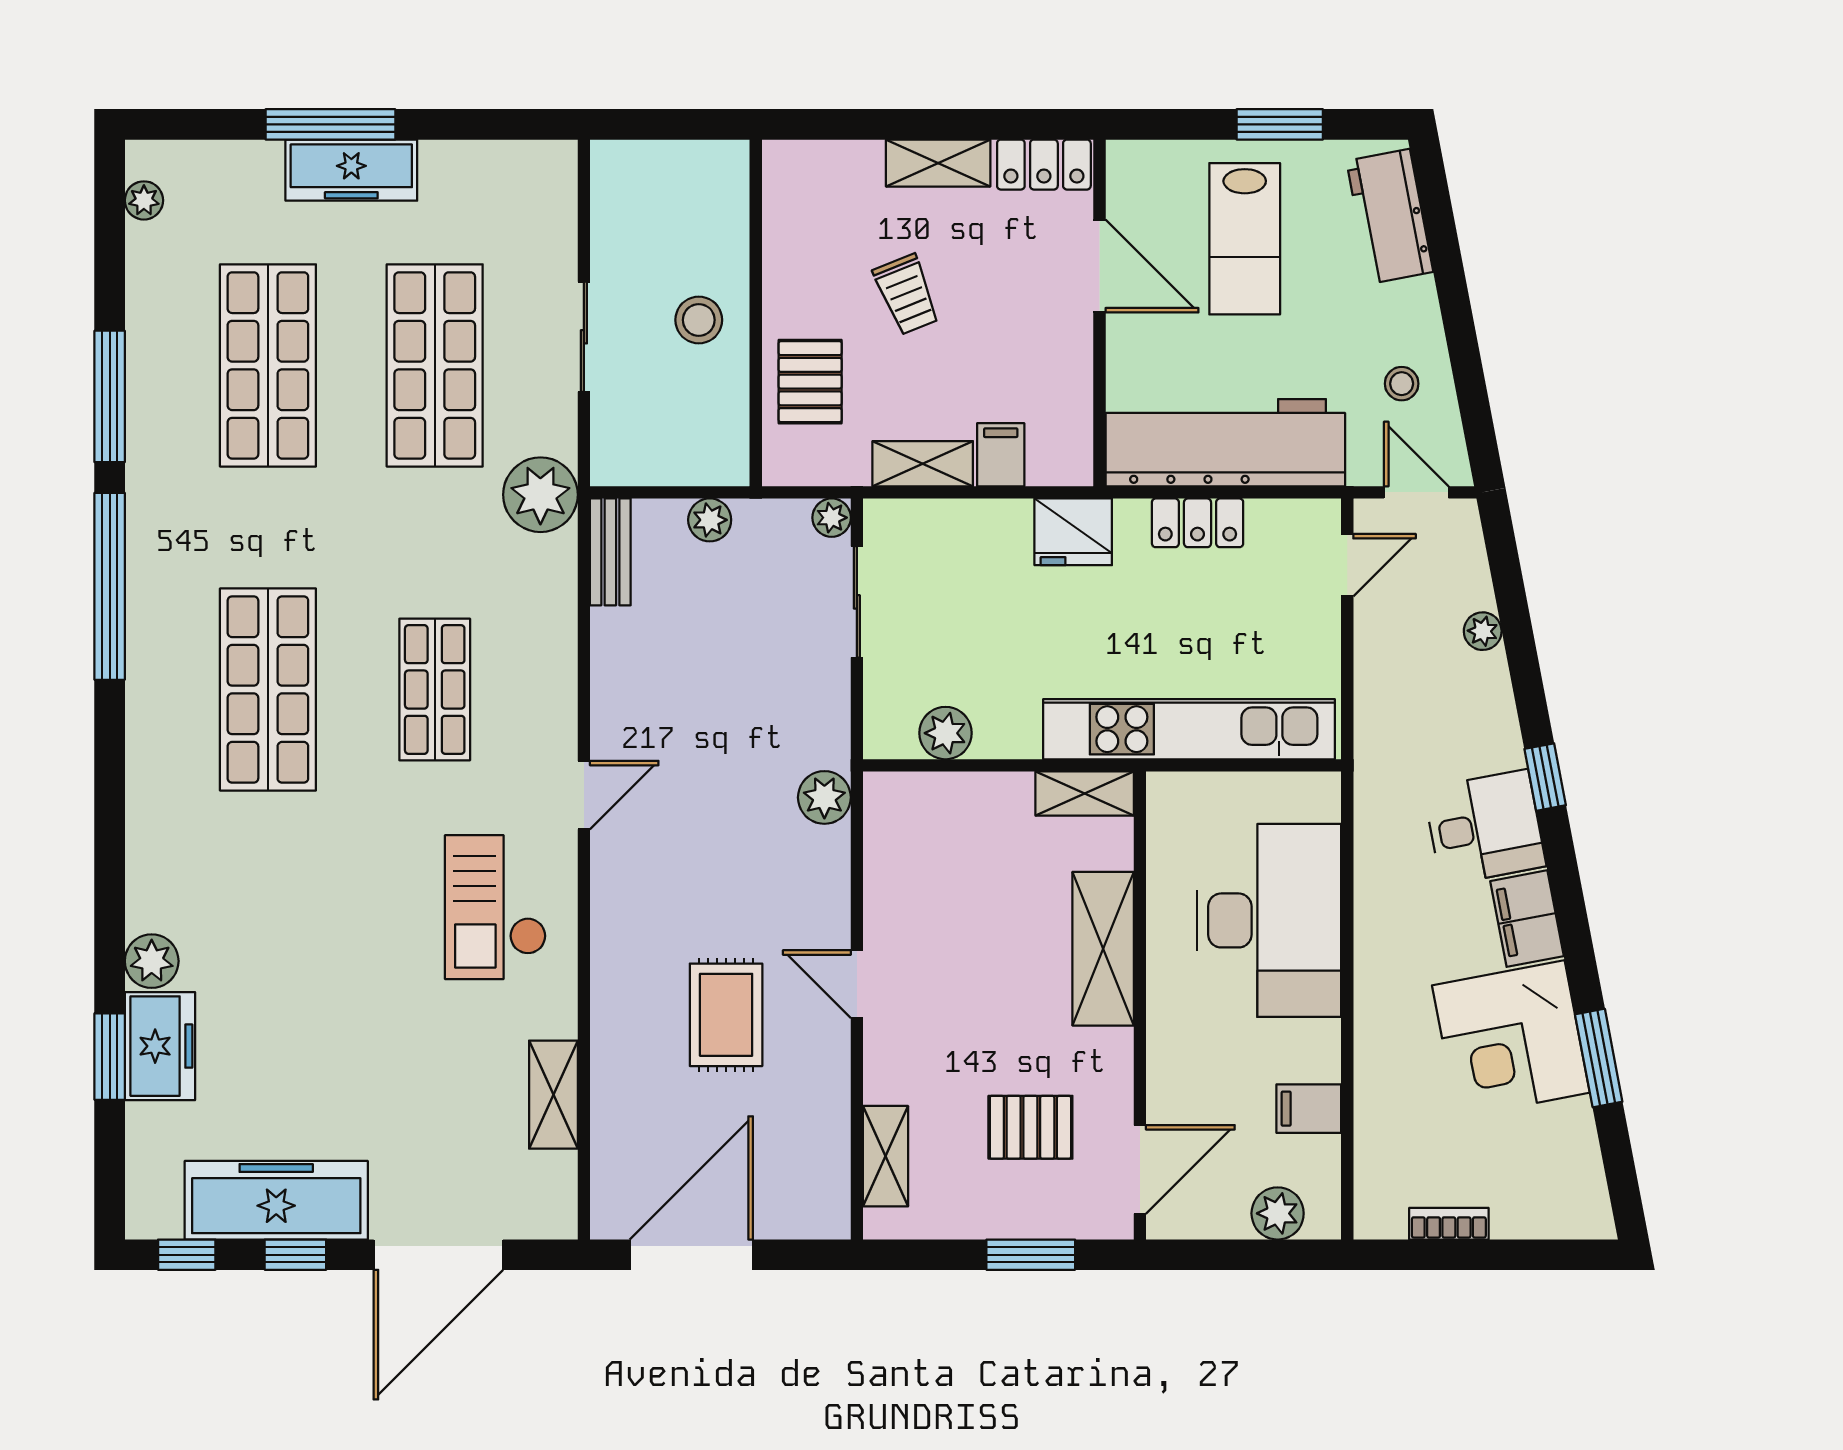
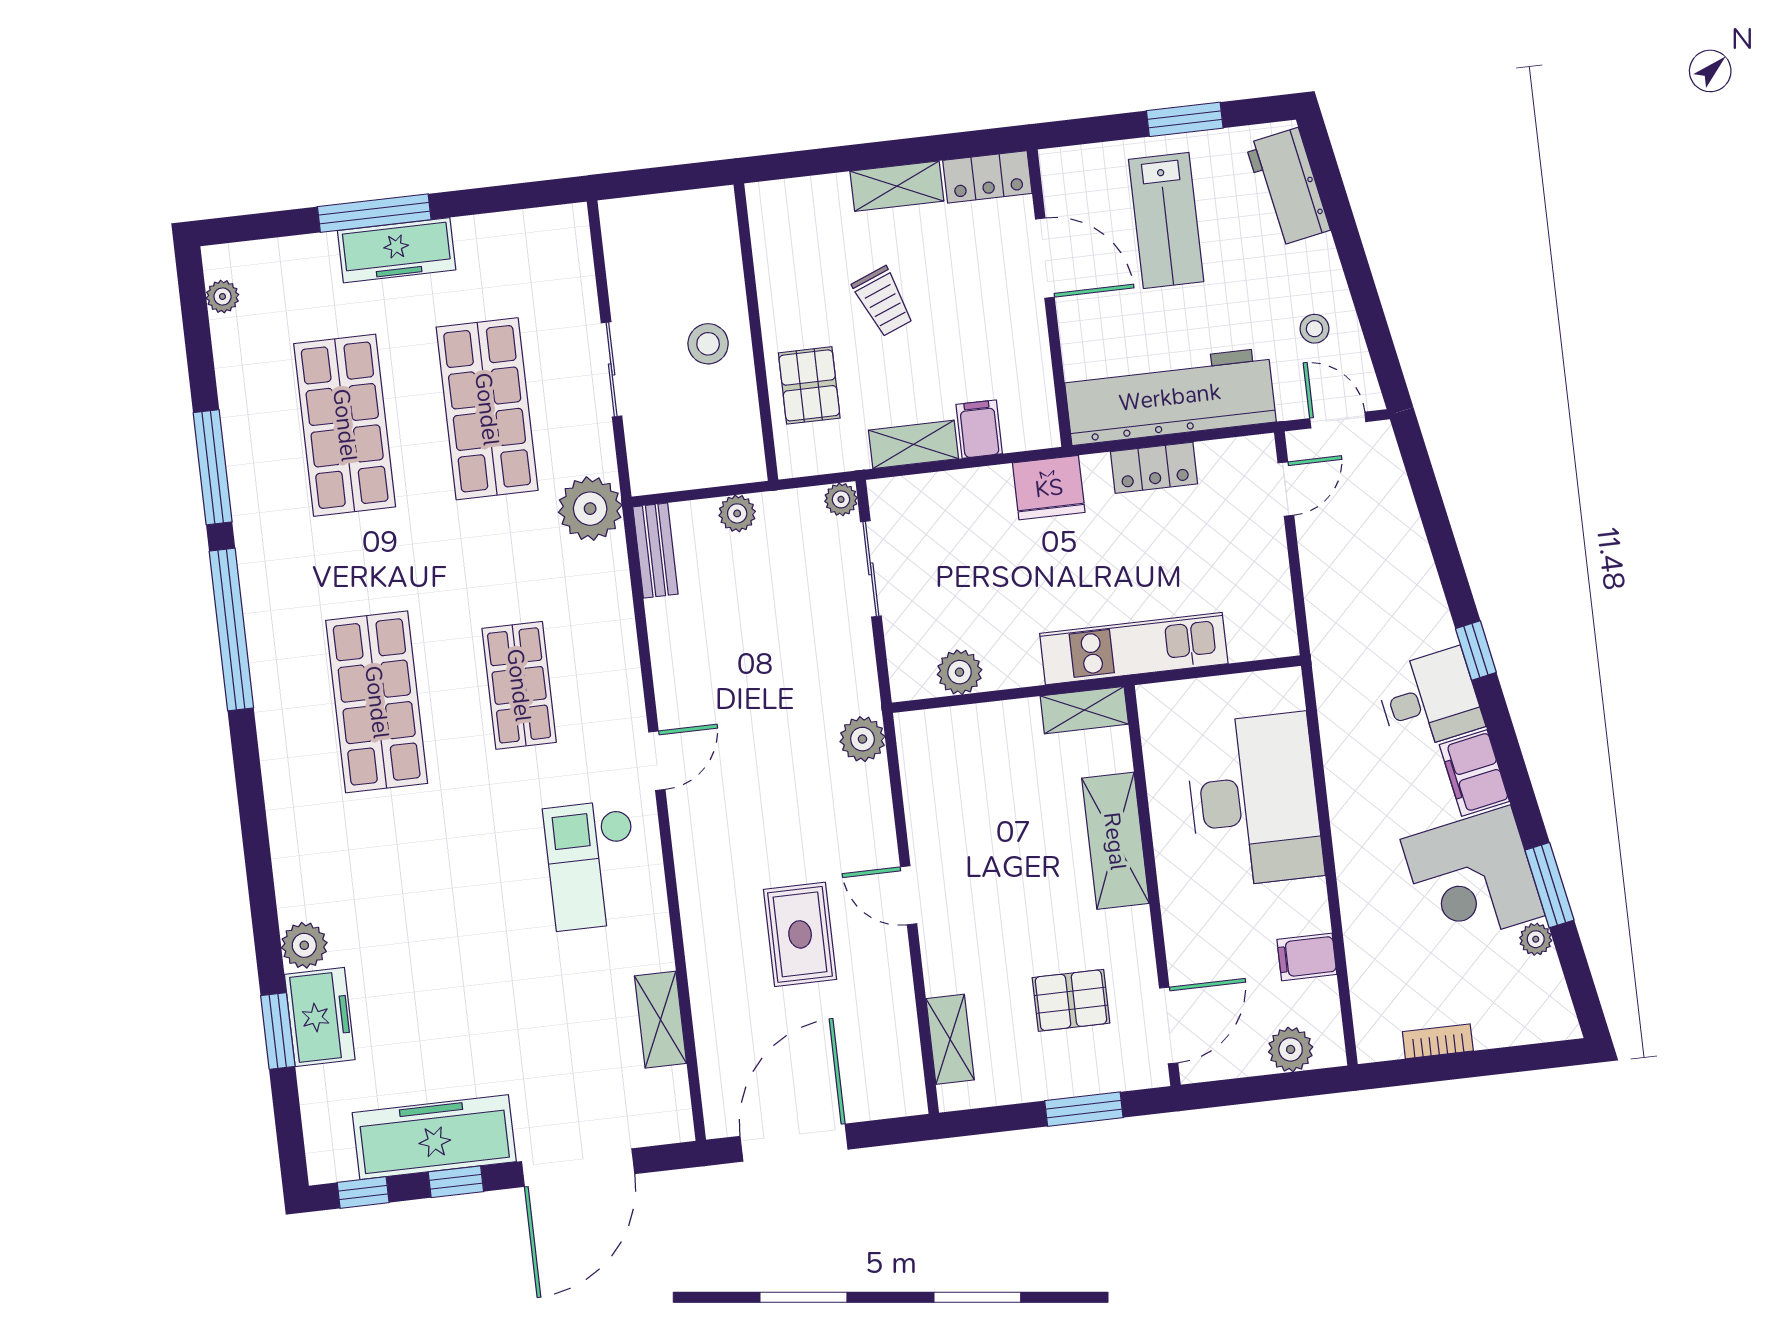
plant: (1483, 631) -> (1536, 939), moved
kitchen unit: (1189, 729) -> (1134, 649), width x0.73

